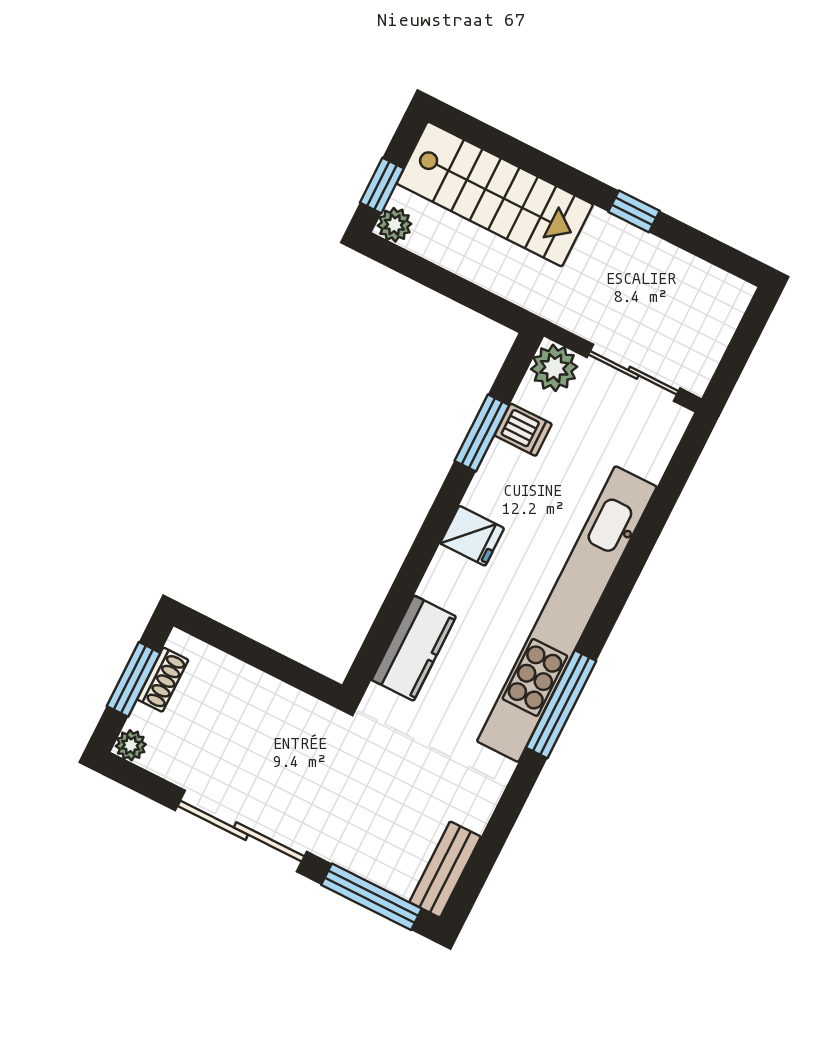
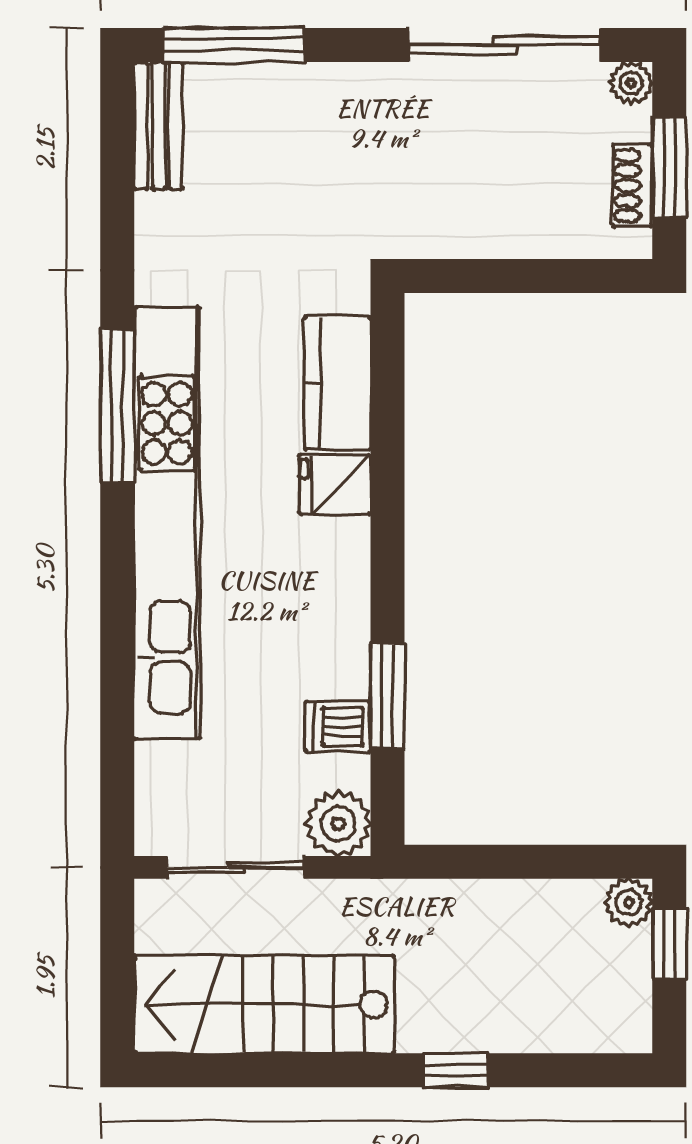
stairs: (495, 194) -> (264, 1004), moved
window: (634, 211) -> (456, 1070), moved
fridge: (472, 536) -> (335, 484), moved
sliding door: (241, 831) -> (505, 45), moved

